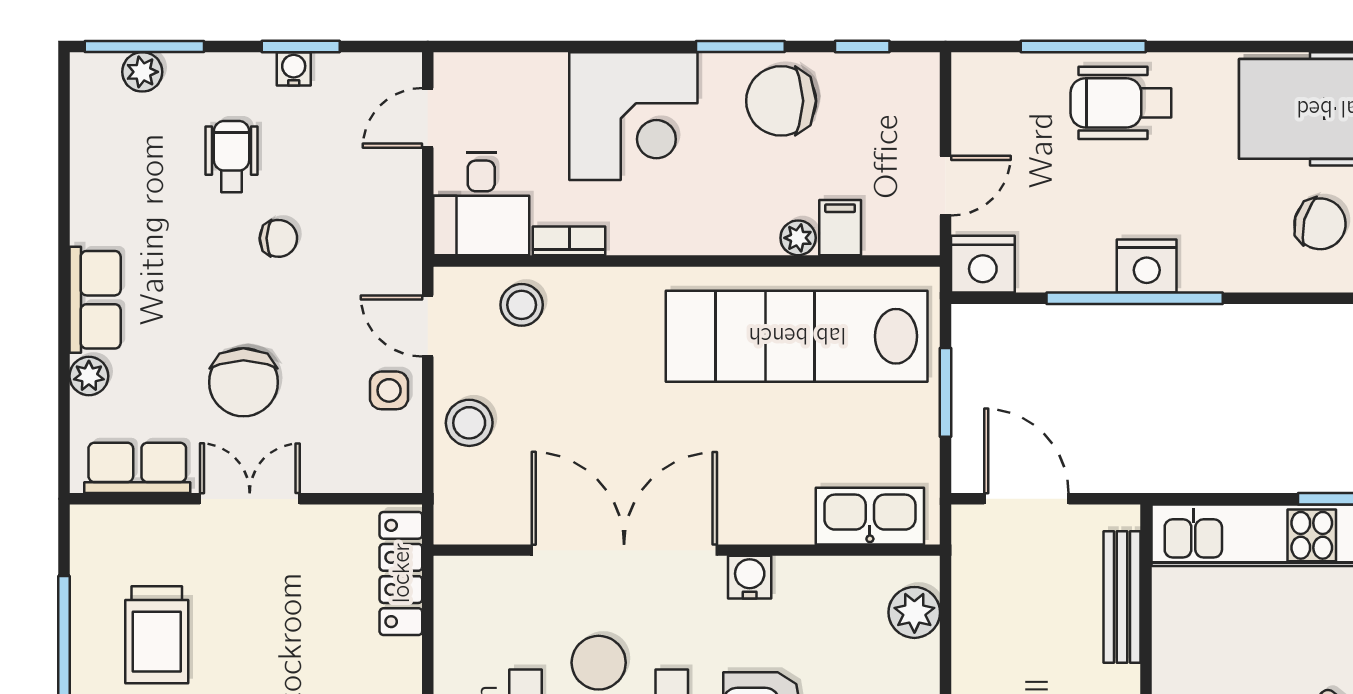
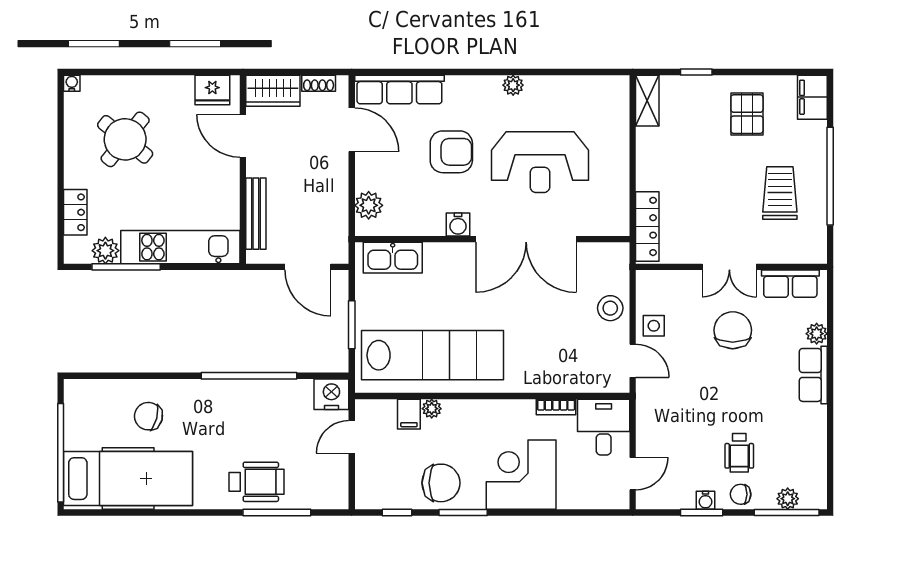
chair: (278, 238) -> (741, 494), moved
nightstand: (1147, 266) -> (243, 393), removed
stool: (522, 305) -> (582, 372), removed

